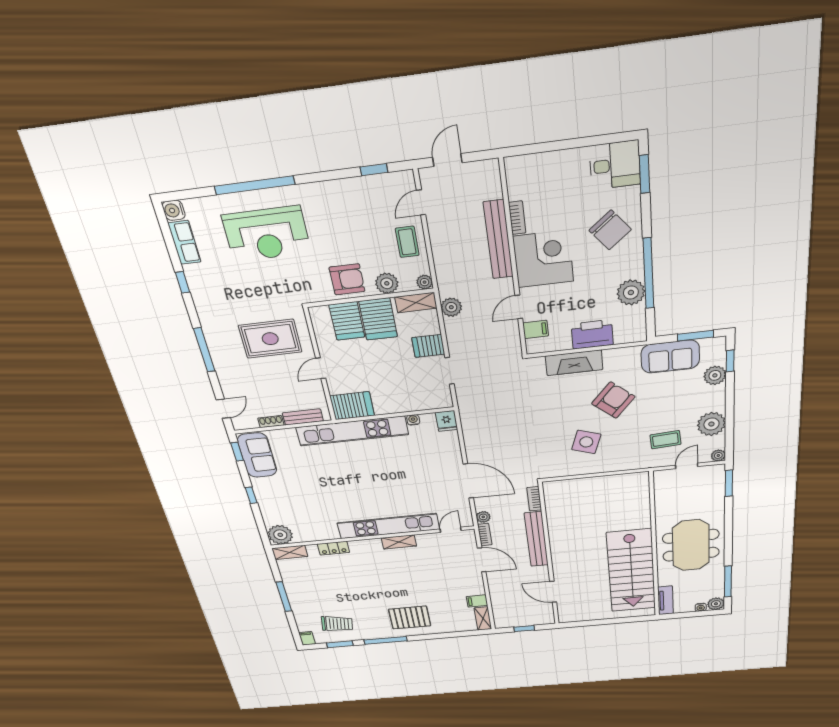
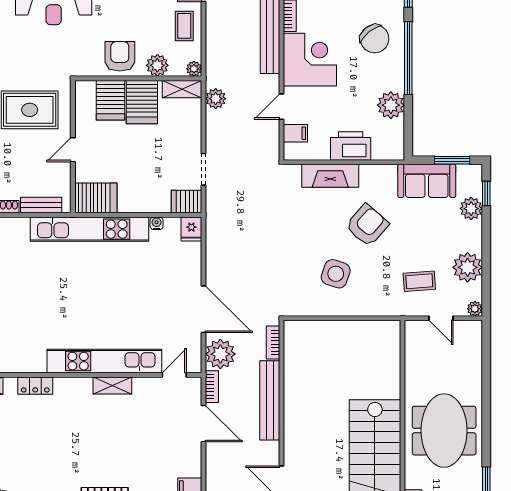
window: (648, 274) -> (408, 58), moved
armchair: (347, 279) -> (120, 56), turned -90
server rack: (428, 346) -> (186, 202), moved
door: (687, 466) -> (441, 318), swing flipped
window: (729, 483) -> (486, 347), removed
plant: (483, 517) -> (220, 354), width x1.88, depth x1.88

